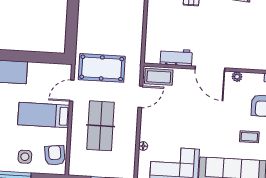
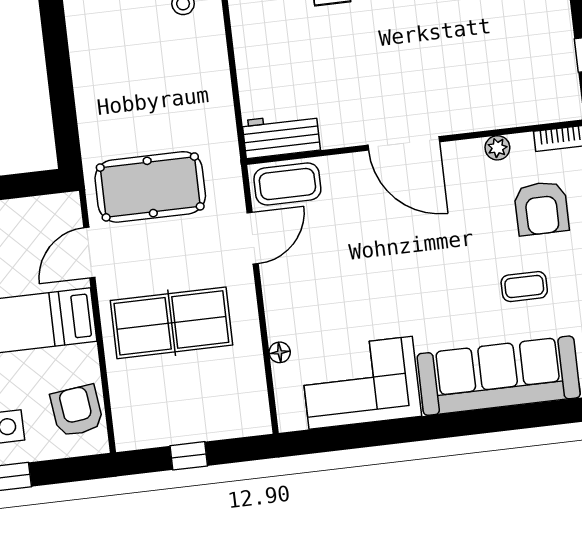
workbench: (176, 57) -> (281, 135), moved
plant: (237, 77) -> (497, 148), moved
table tennis table: (100, 126) -> (171, 323), turned 90

